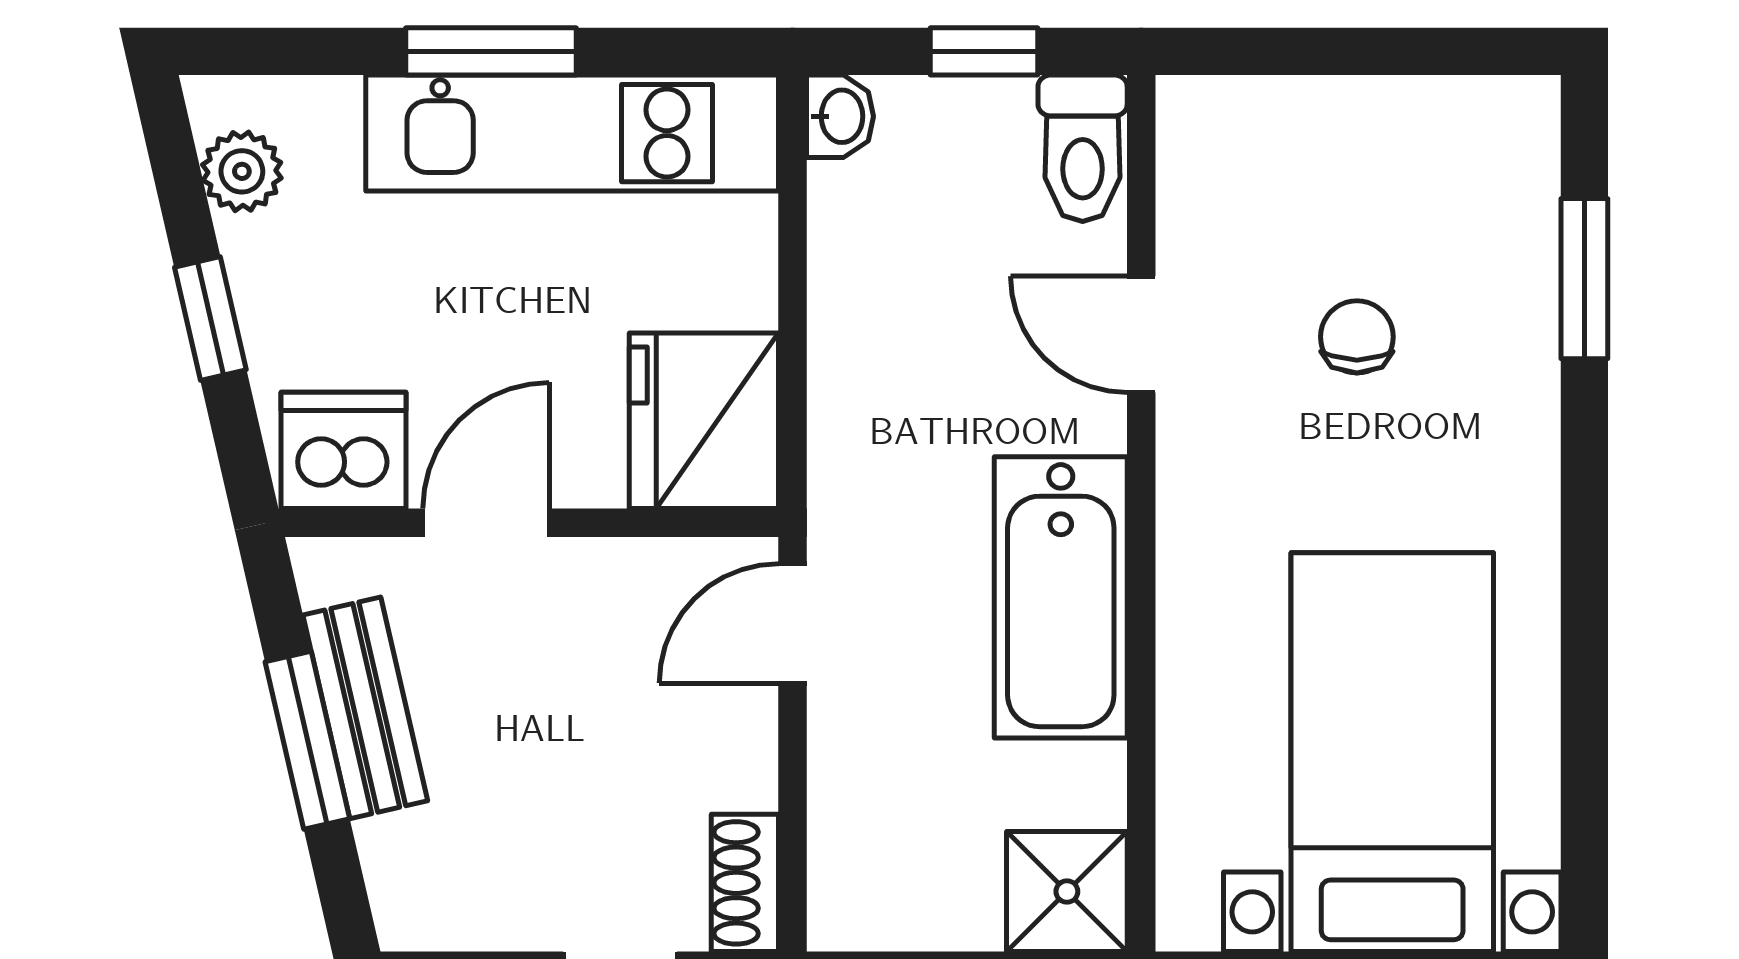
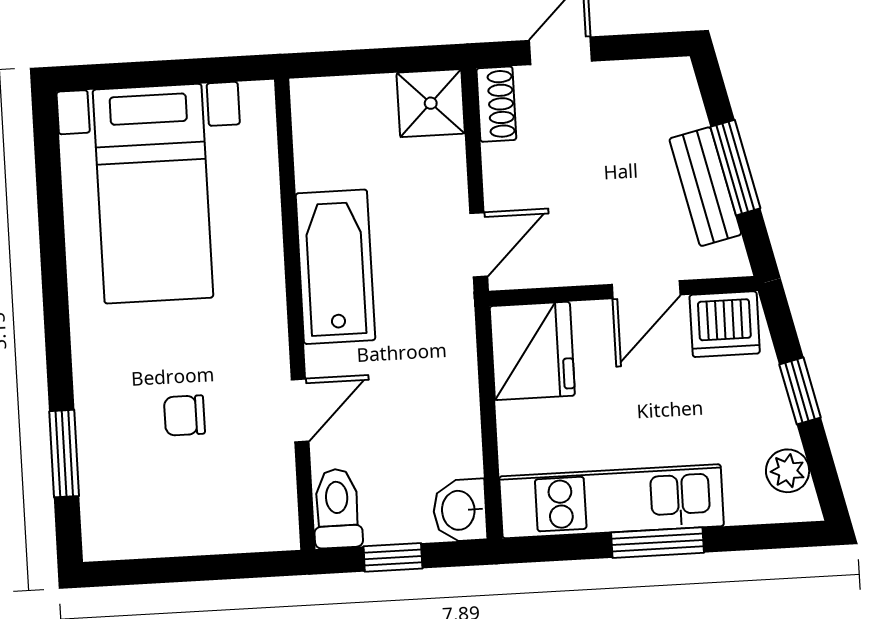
washbasin: (840, 116) -> (460, 510), width x1.38, depth x1.45
door: (1141, 334) -> (300, 410), hinge flipped
chair: (1357, 337) -> (184, 415), turned 90
shower: (1067, 892) -> (431, 103), moved

